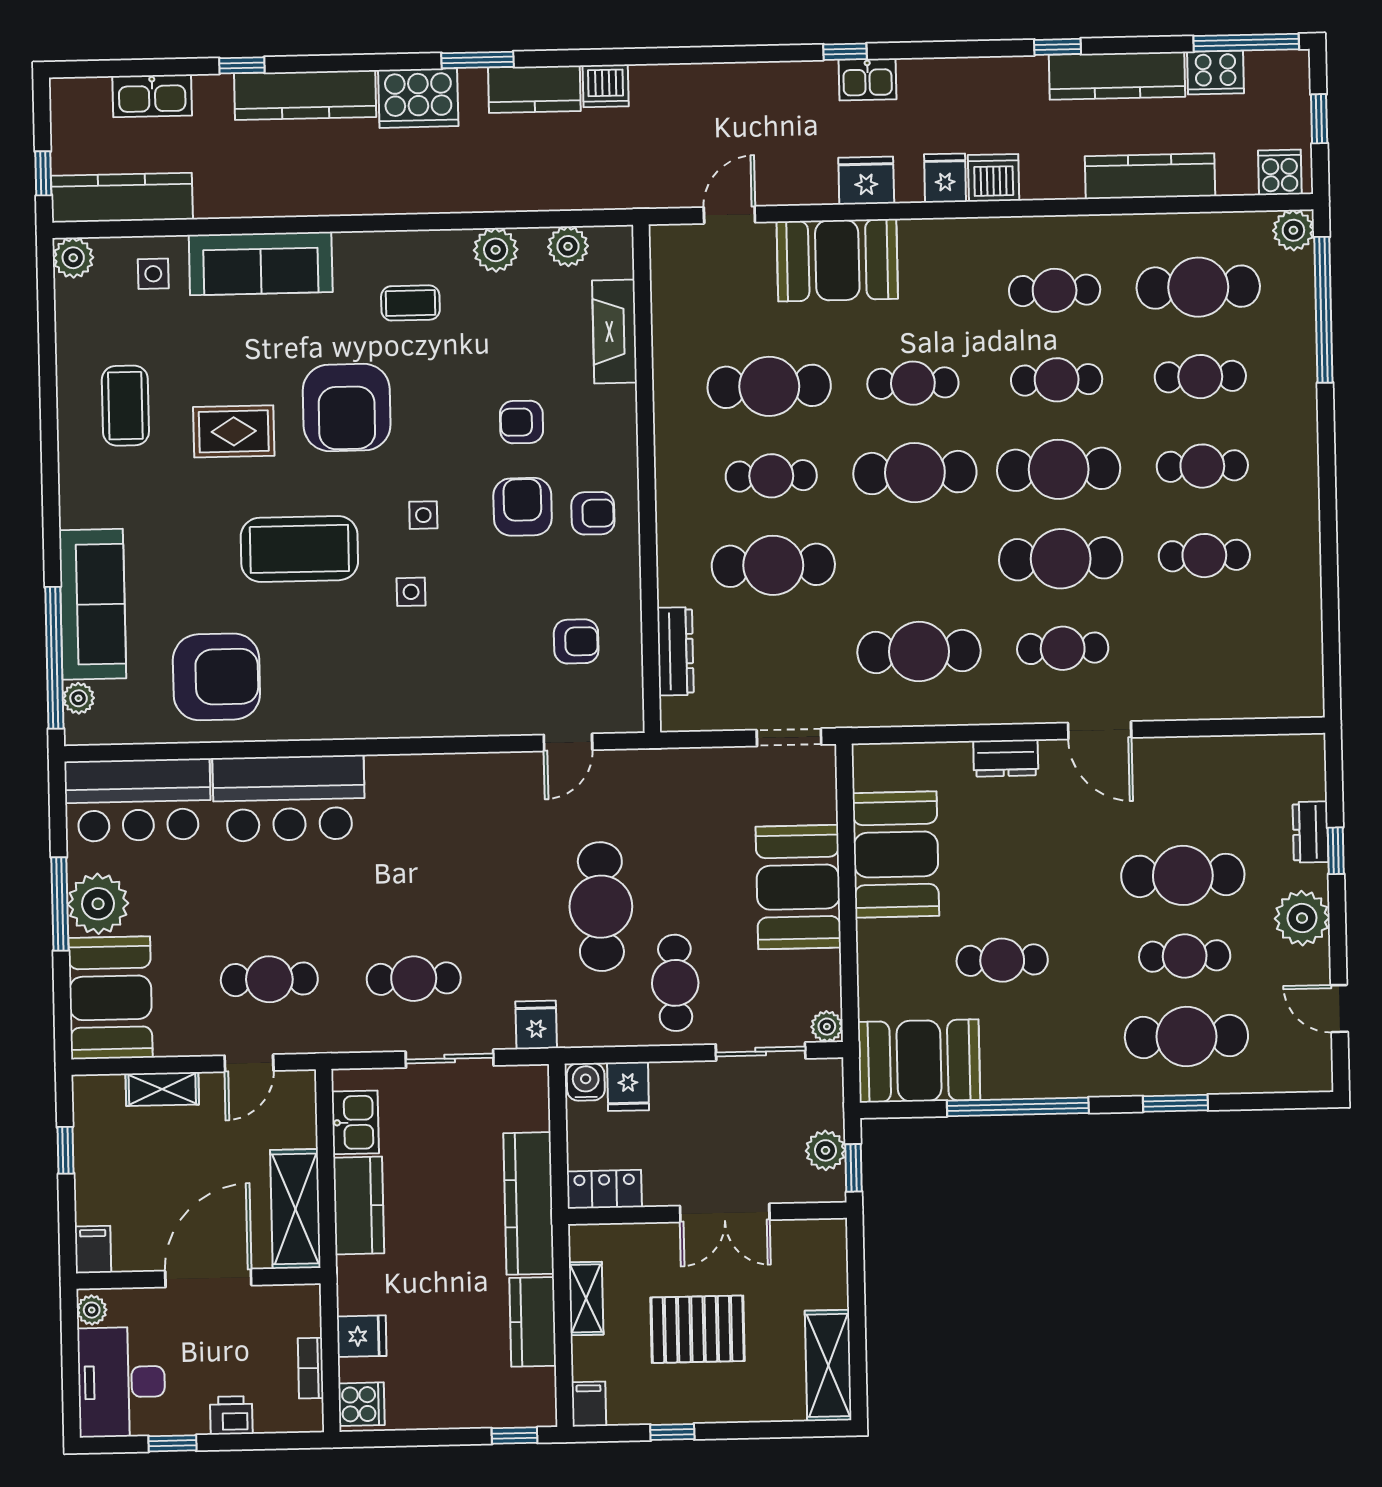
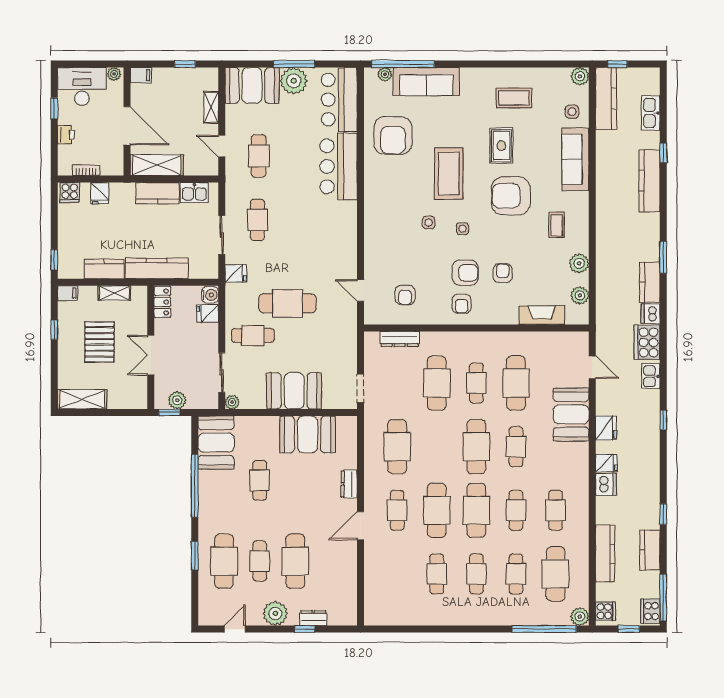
cooker: (1216, 72) -> (650, 611), moved
kitchen counter: (1117, 76) -> (650, 550), width x0.67
kitchen sink: (868, 79) -> (651, 376), moved
cooker: (418, 98) -> (647, 342), moved

